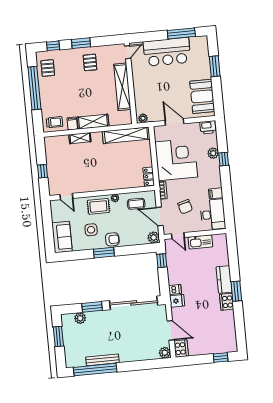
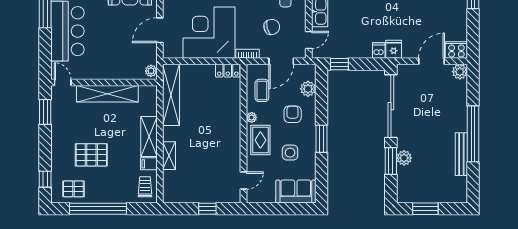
window: (81, 43) -> (45, 112), moved
pallet: (90, 62) -> (91, 155), moved, width x1.50, depth x1.42
plant: (154, 237) -> (308, 89), moved
armchair: (112, 239) -> (293, 114), moved
plant: (80, 318) -> (404, 158), moved
window: (95, 370) -> (473, 134), moved

